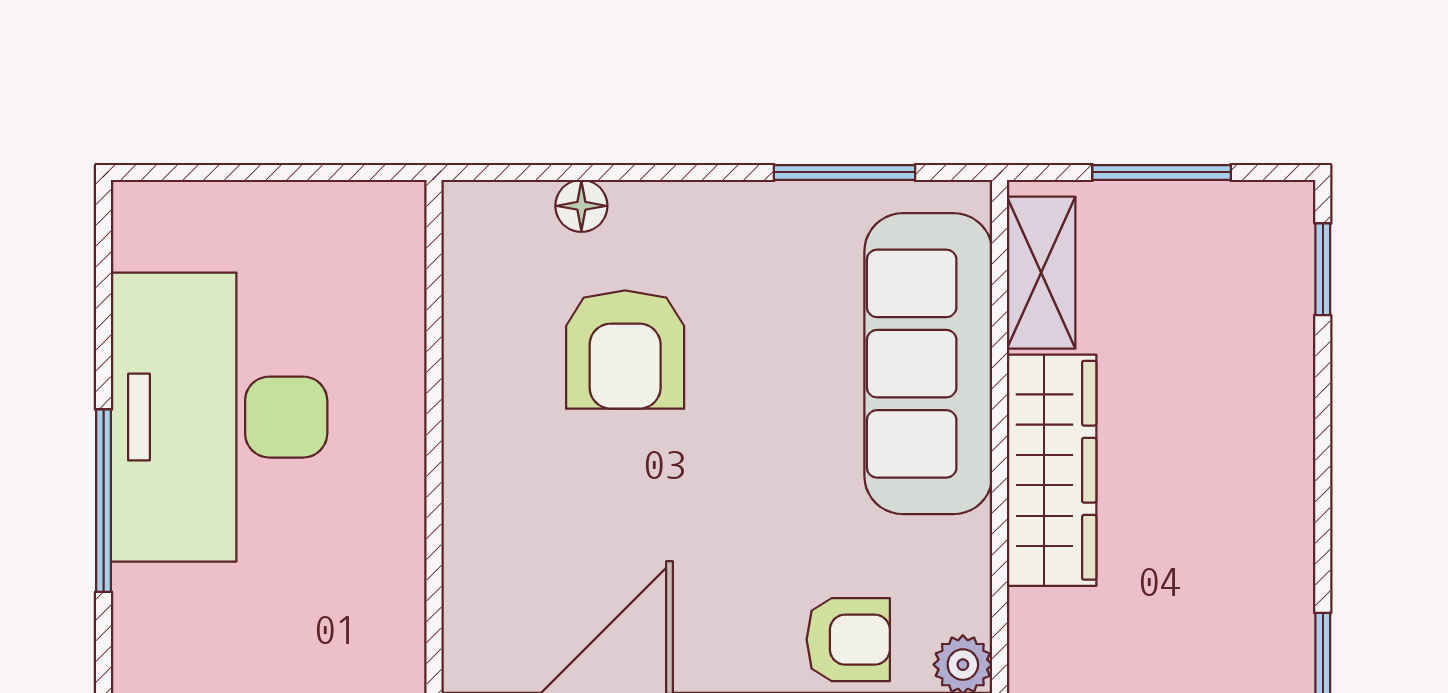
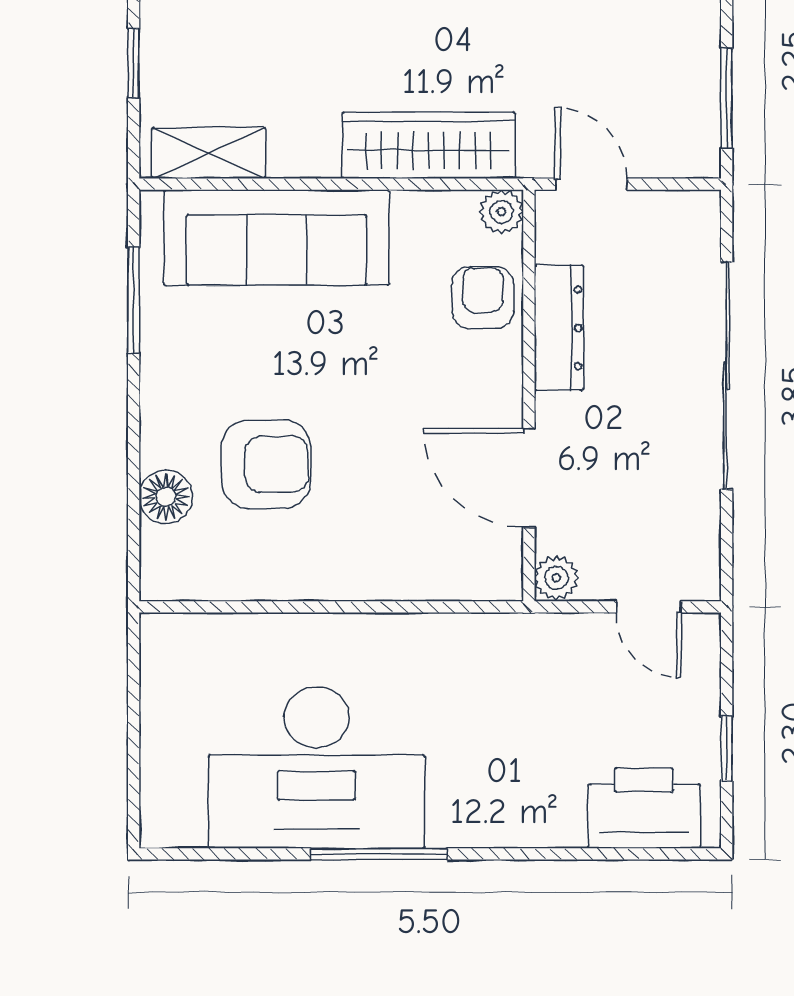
window: (1162, 172) -> (134, 63), width x0.67
floor lamp: (581, 206) -> (166, 497), width x1.37, depth x1.37
wardrobe: (1052, 470) -> (429, 145), moved

